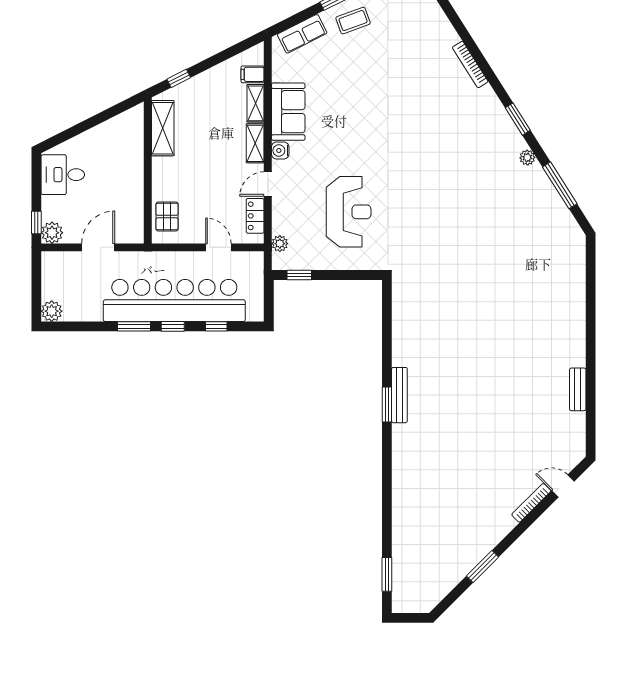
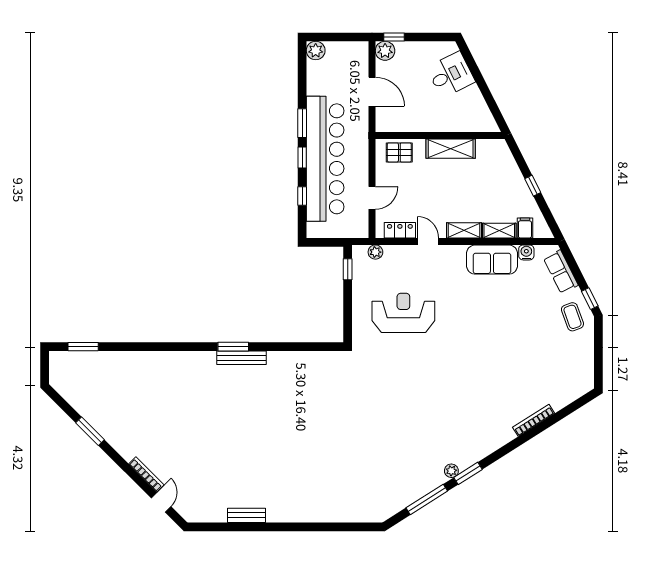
window: (179, 78) -> (533, 186), moved
window: (518, 119) -> (468, 473), moved
shelving: (163, 128) -> (451, 149), moved
water cooler: (280, 151) -> (526, 252), moved
desk: (63, 175) -> (451, 75), moved, turned 63
reception desk: (349, 212) -> (403, 313), turned 180

